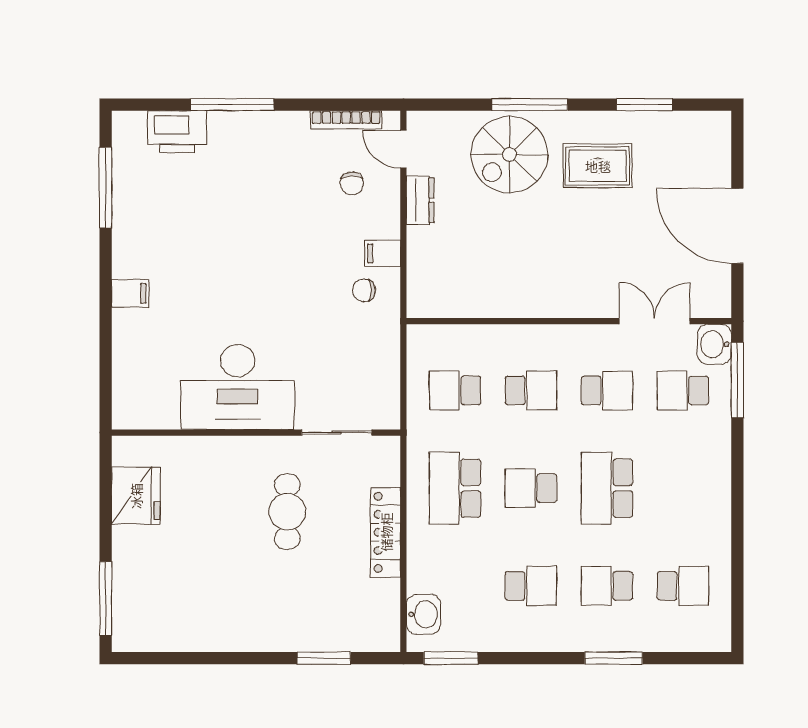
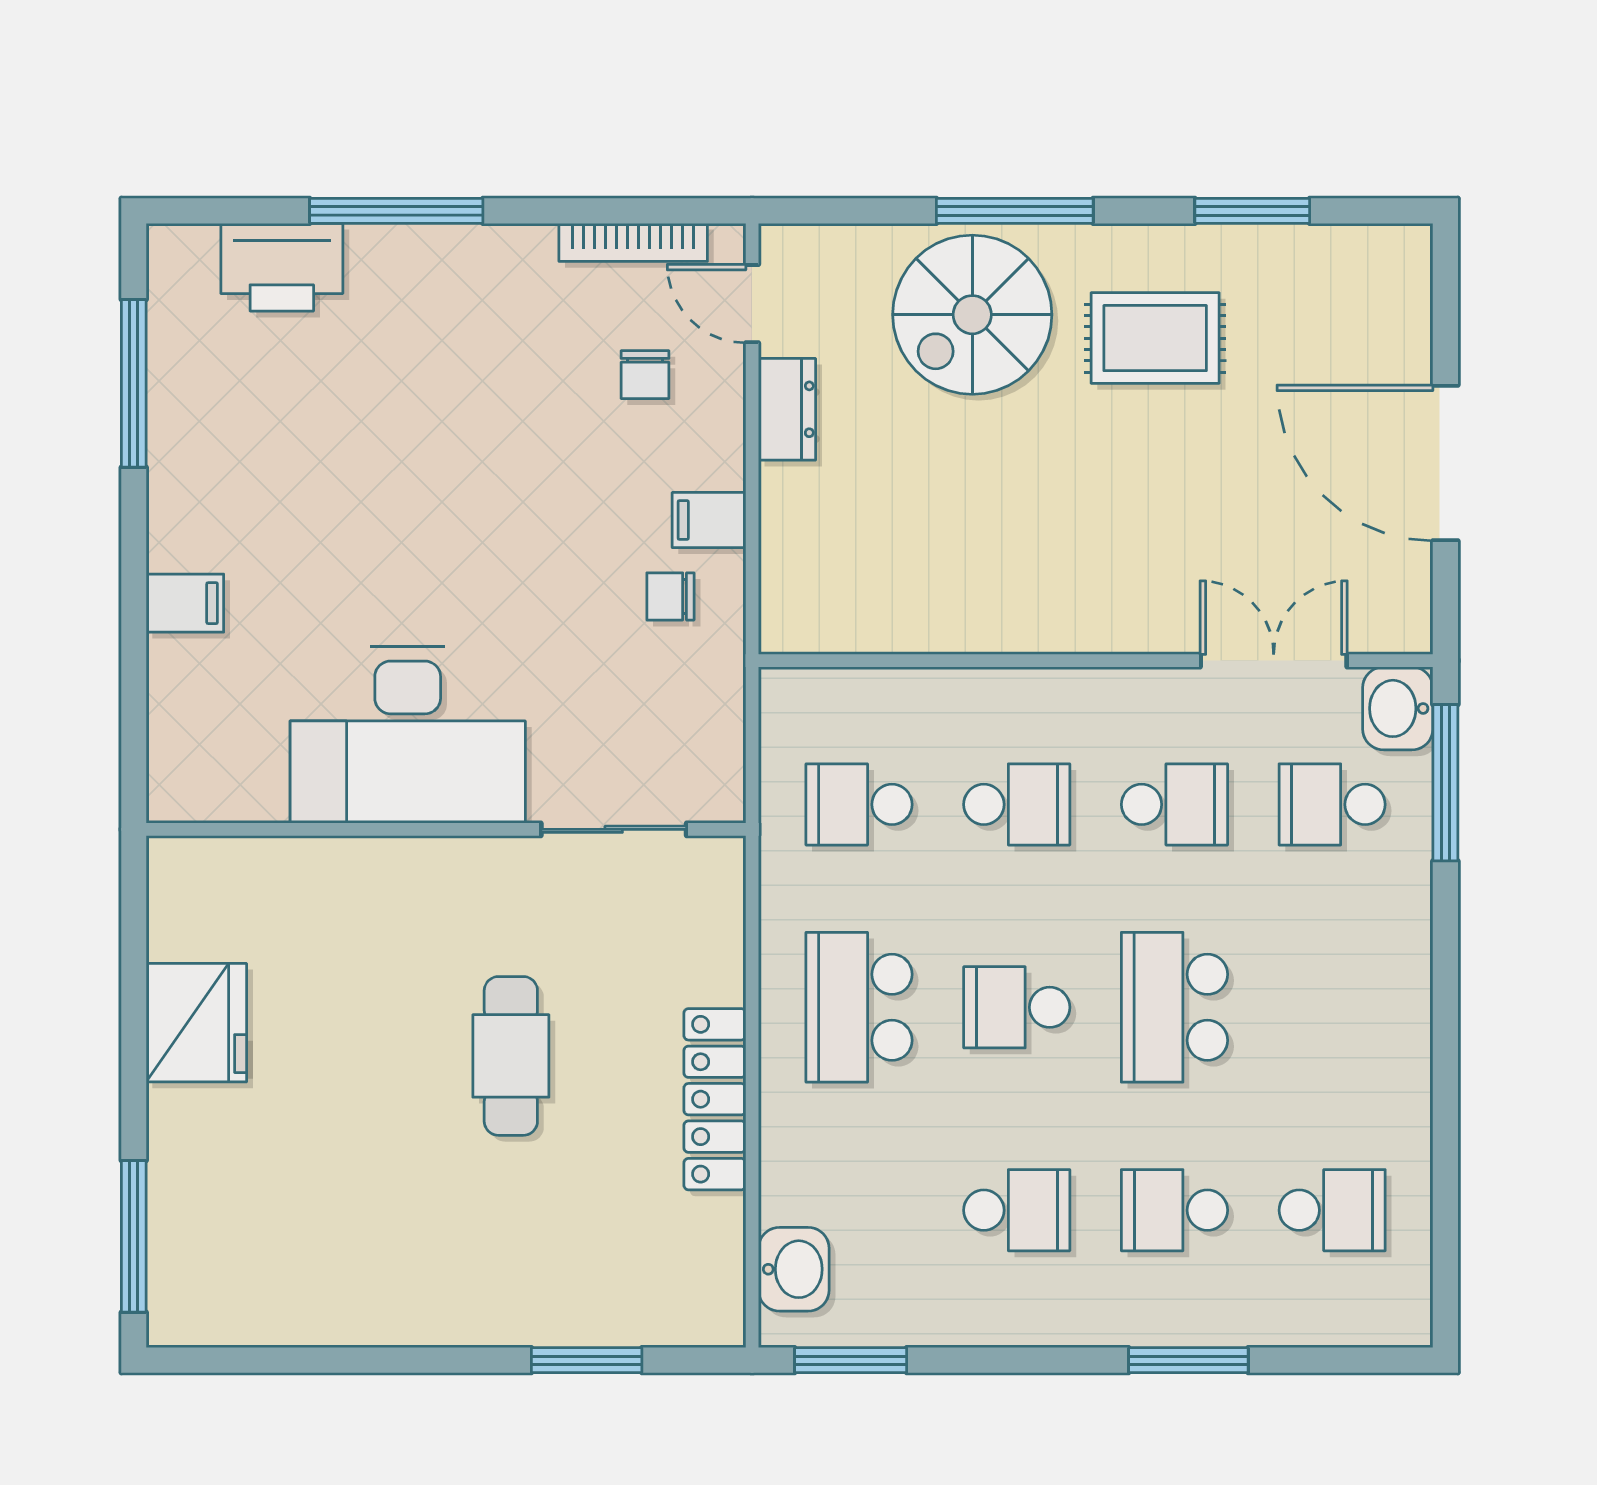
desk: (238, 387) -> (408, 735), moved
wall: (256, 433) -> (446, 829), moved
sliding door: (337, 433) -> (614, 829), moved

